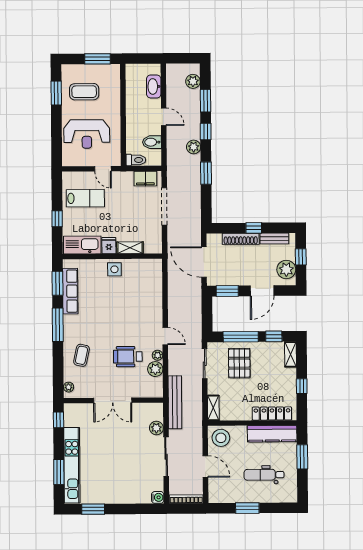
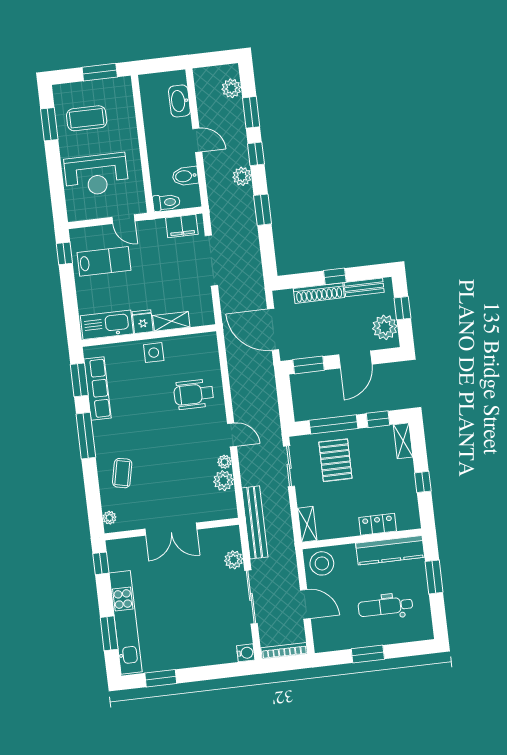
window: (57, 219) -> (64, 253), moved
wheelchair: (128, 357) -> (194, 394), moved
locker: (272, 414) -> (378, 524), width x0.66

